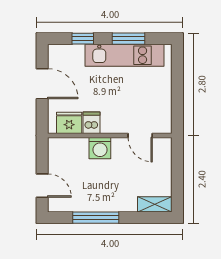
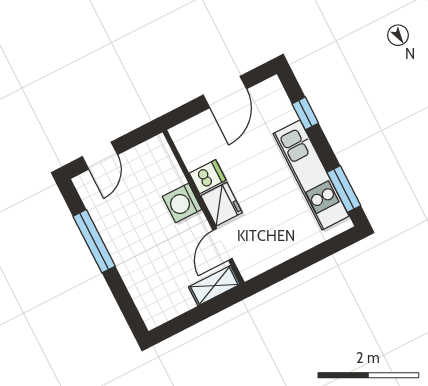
window: (129, 39) -> (344, 189), moved
fridge: (69, 123) -> (221, 204), moved
shelving: (155, 204) -> (214, 286), moved, turned 90

